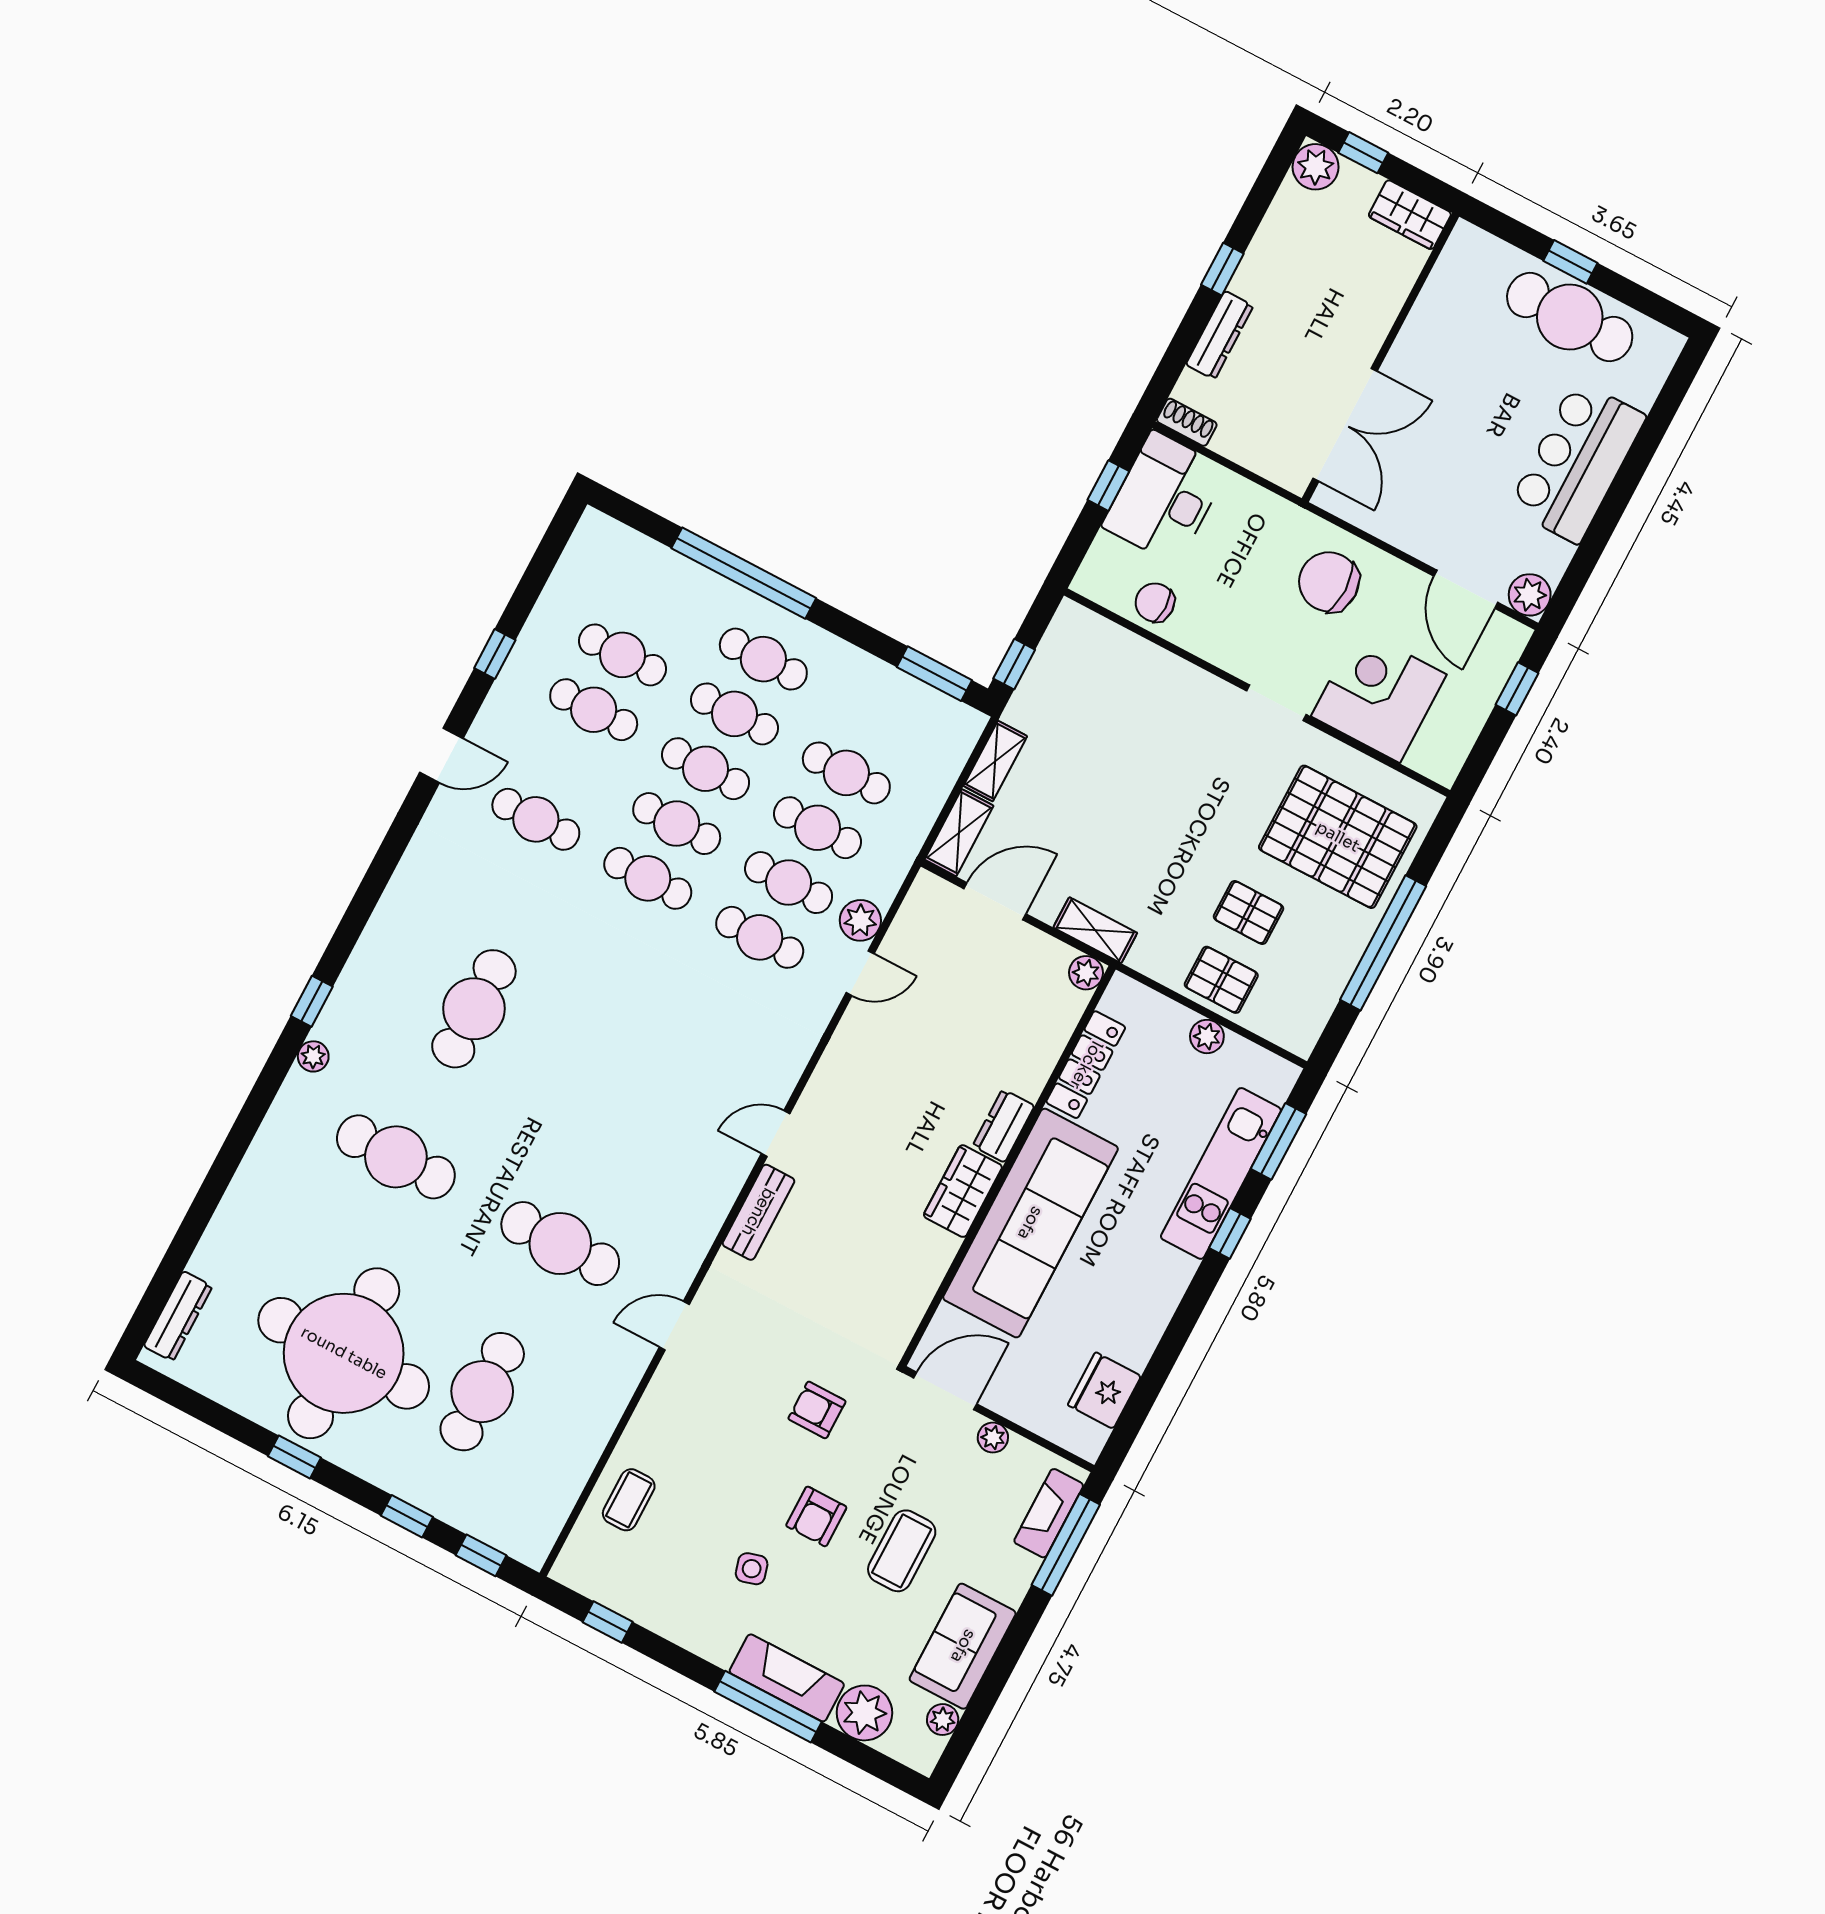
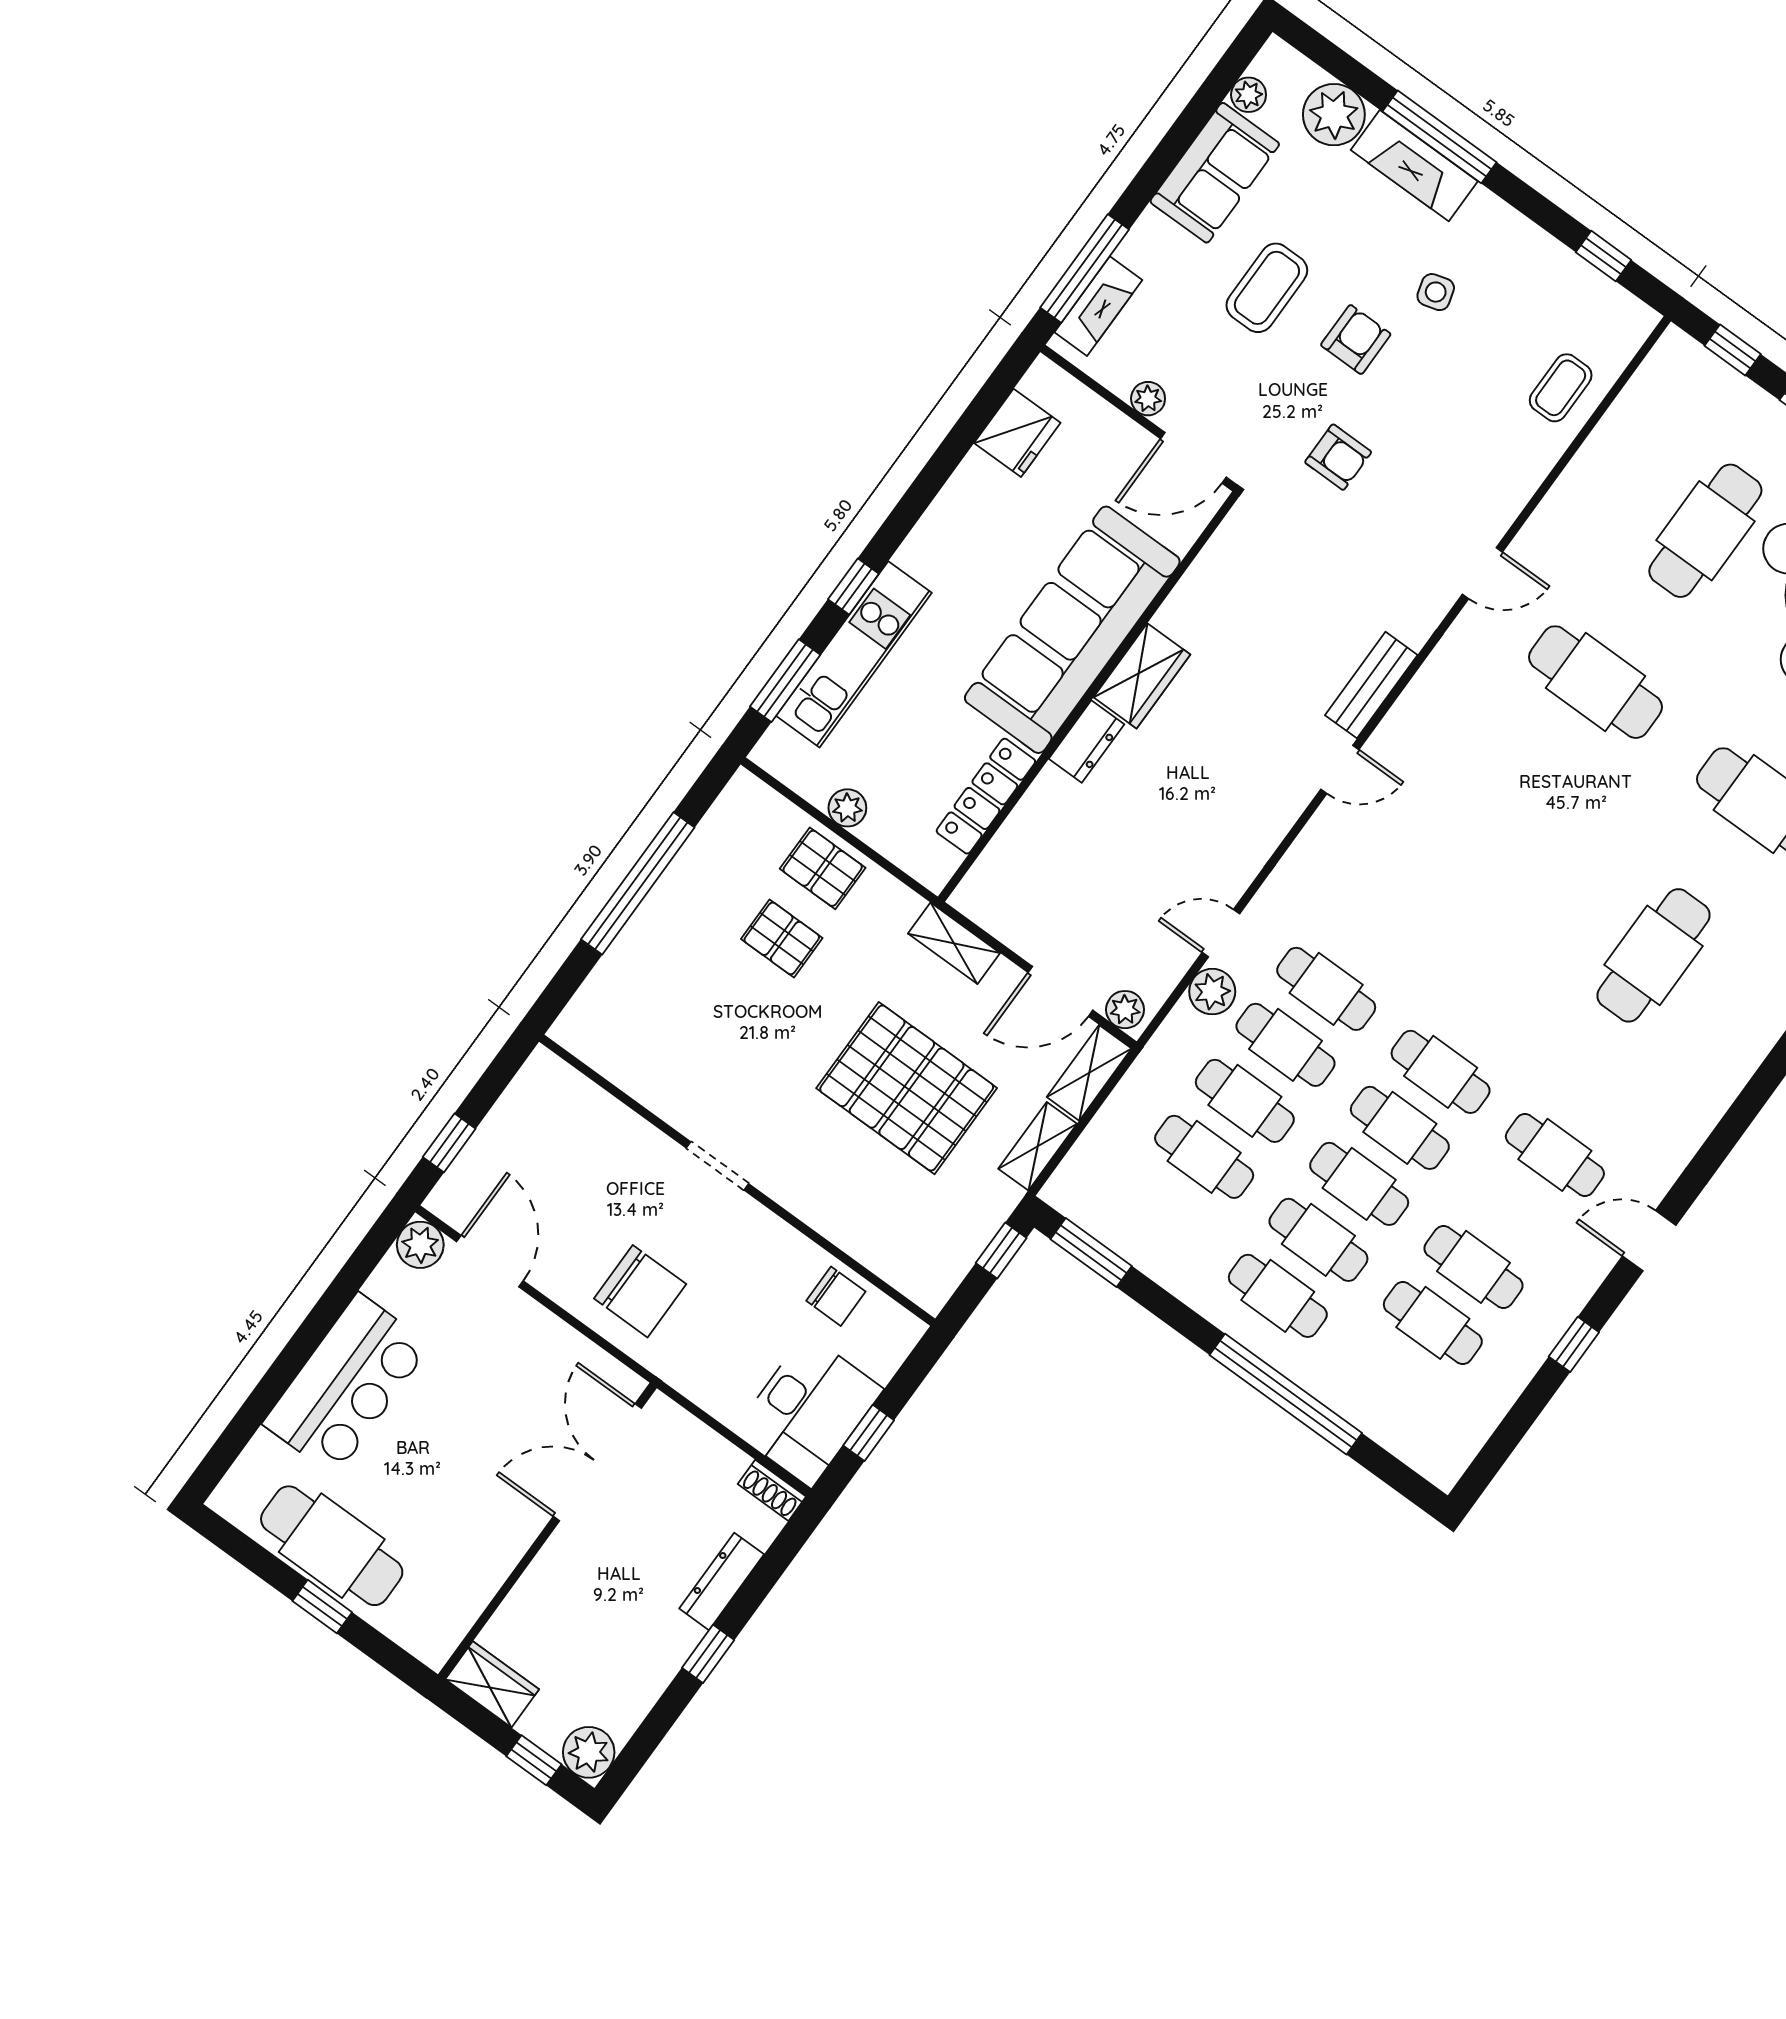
corner desk: (1379, 695) -> (603, 1158), removed
pallet: (1338, 837) -> (907, 1088), moved
plant: (1086, 973) -> (1125, 1010), moved

